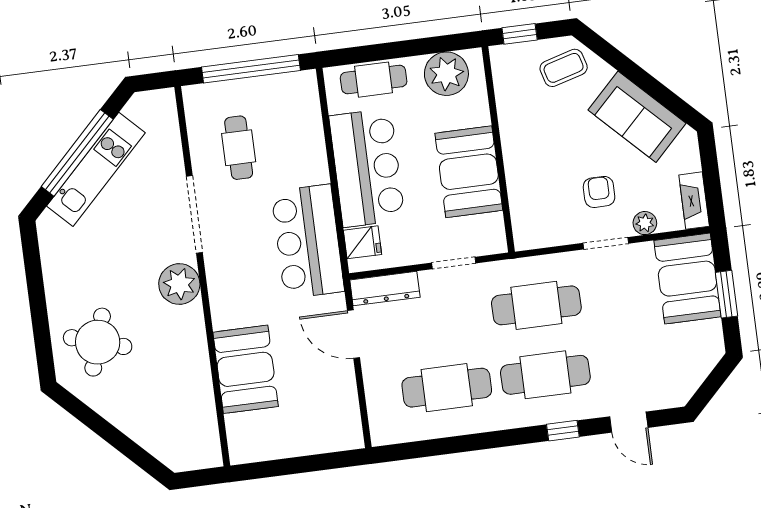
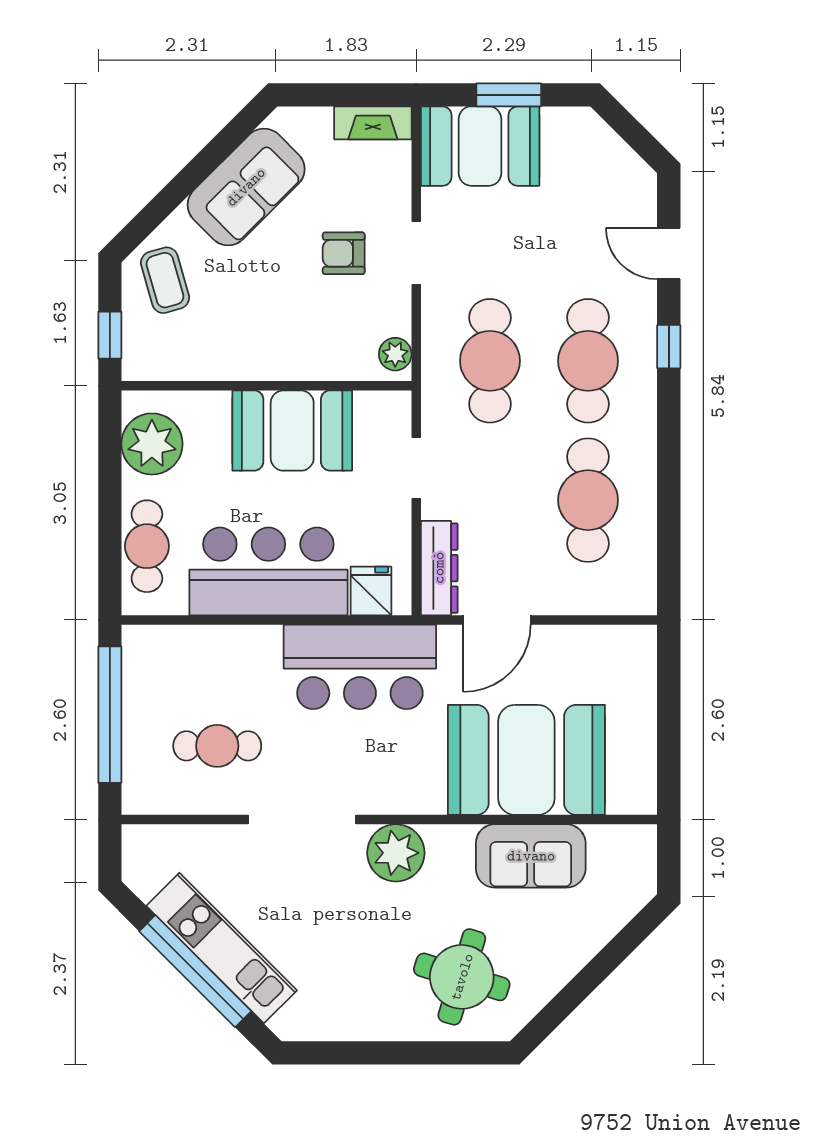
plant: (645, 223) -> (395, 354), moved
booth: (246, 369) -> (526, 760), width x1.36, depth x1.42
sofa: (190, 380) -> (531, 856), added
door: (629, 422) -> (669, 254), swing flipped

